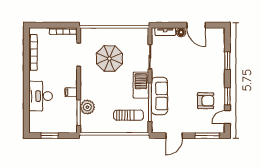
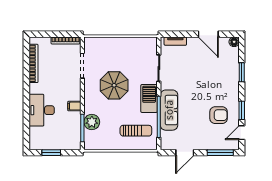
floor lamp: (181, 32) -> (234, 42), moved
parasol: (109, 59) -> (114, 85), moved

